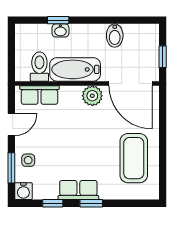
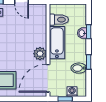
window: (105, 20) -> (89, 62), added
washing machine: (151, 46) -> (72, 92), added
row of seats: (40, 95) -> (40, 20), removed

